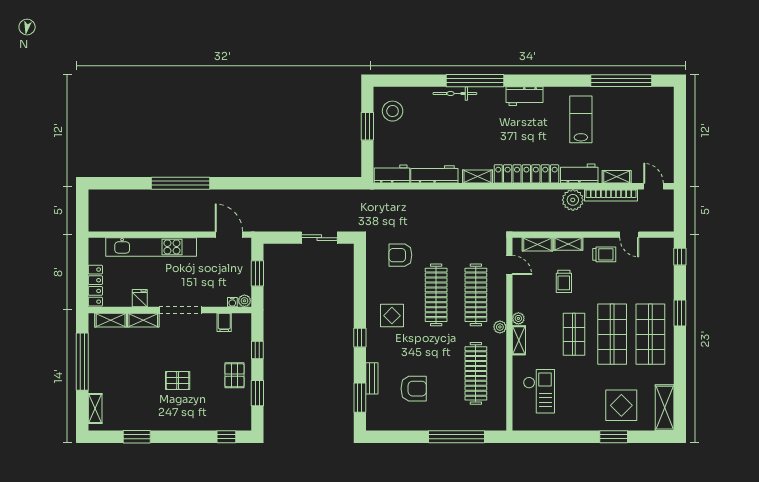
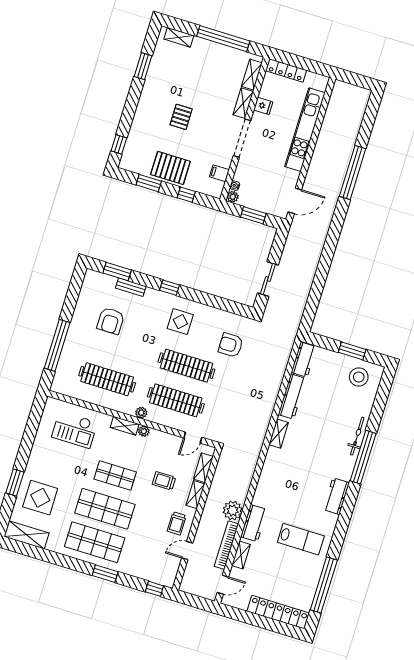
locker: (526, 174) -> (278, 612), moved, turned -90
armchair: (400, 255) -> (231, 345), turned -90
pallet: (234, 375) -> (170, 168), width x1.50, depth x1.42

